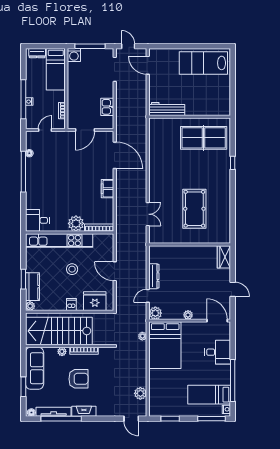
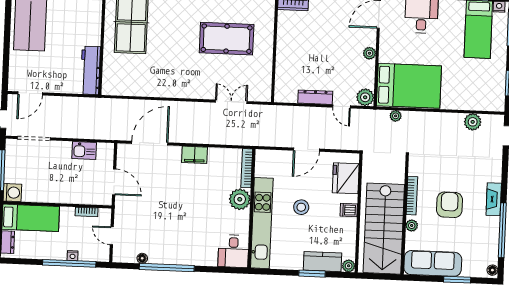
tv unit: (54, 412) -> (493, 240), removed

